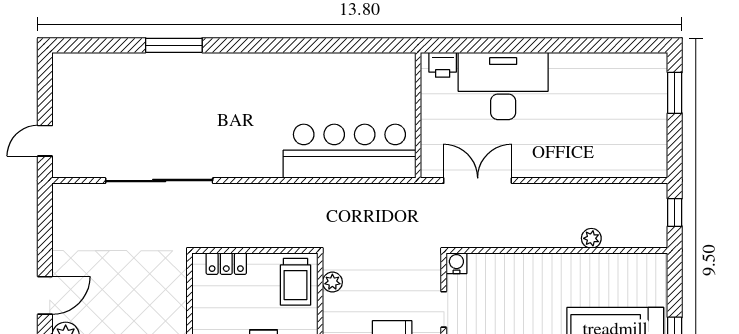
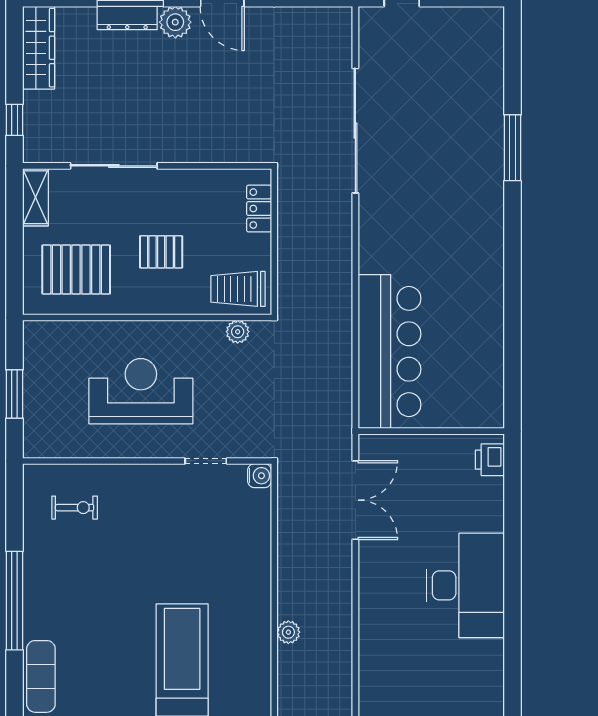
desk: (503, 86) -> (465, 585), moved

